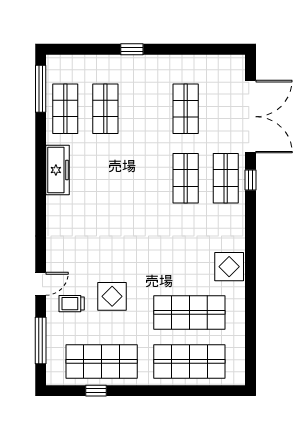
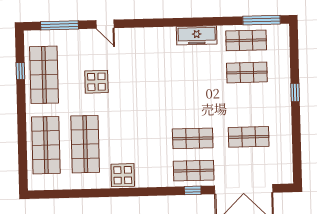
trolley: (72, 304) -> (90, 50), removed

